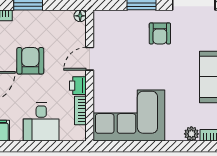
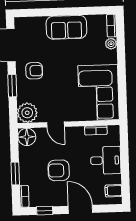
floor lamp: (80, 16) -> (27, 137), width x1.89, depth x1.89
plant: (106, 23) -> (27, 113), added
printer: (78, 86) -> (77, 133), removed

